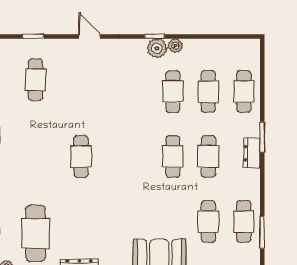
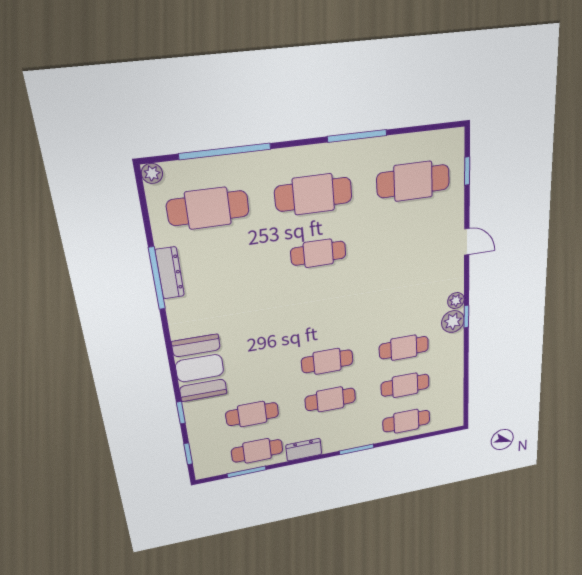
door: (90, 36) -> (467, 242), hinge flipped
plant: (175, 46) -> (456, 301), moved
cafe table: (36, 80) -> (413, 181), width x1.37, depth x1.35
dresser: (252, 153) -> (304, 450), moved
cafe table: (36, 156) -> (313, 194), added

